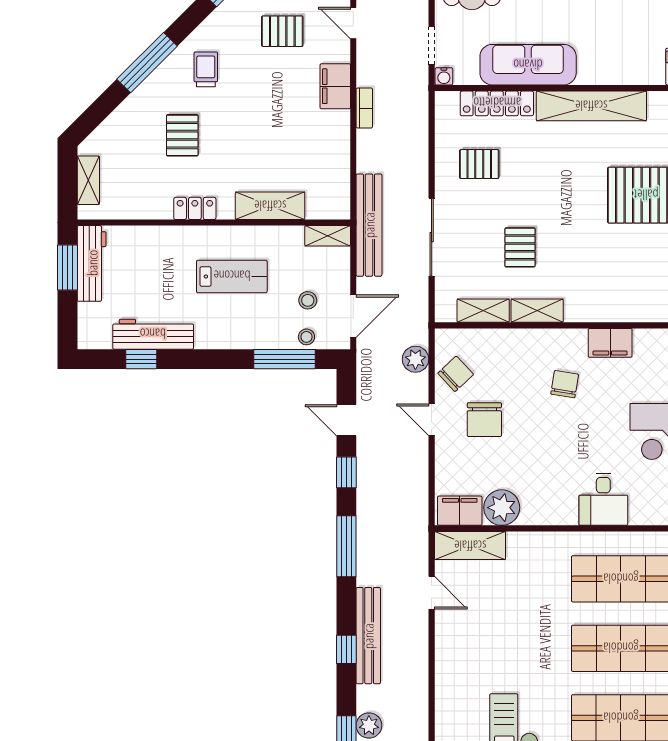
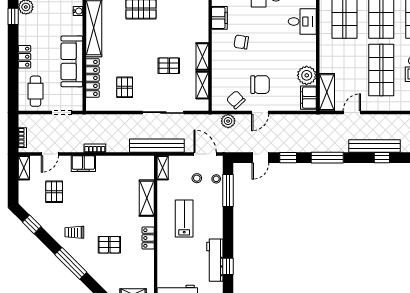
water cooler: (444, 76) -> (78, 11), moved
shop shelf: (512, 648) -> (381, 70), added

